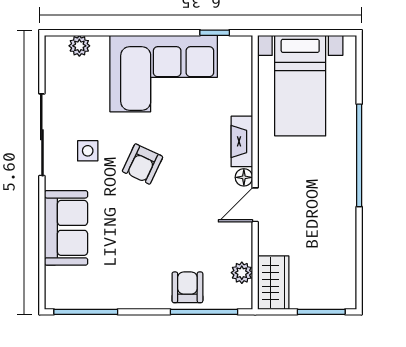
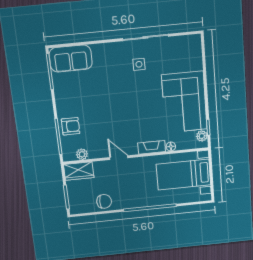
plant: (79, 46) -> (202, 136), moved
armchair: (143, 164) -> (135, 95), removed
floor lamp: (244, 177) -> (171, 146), moved
sofa: (66, 228) -> (71, 59), moved
chair: (337, 242) -> (104, 201), added

